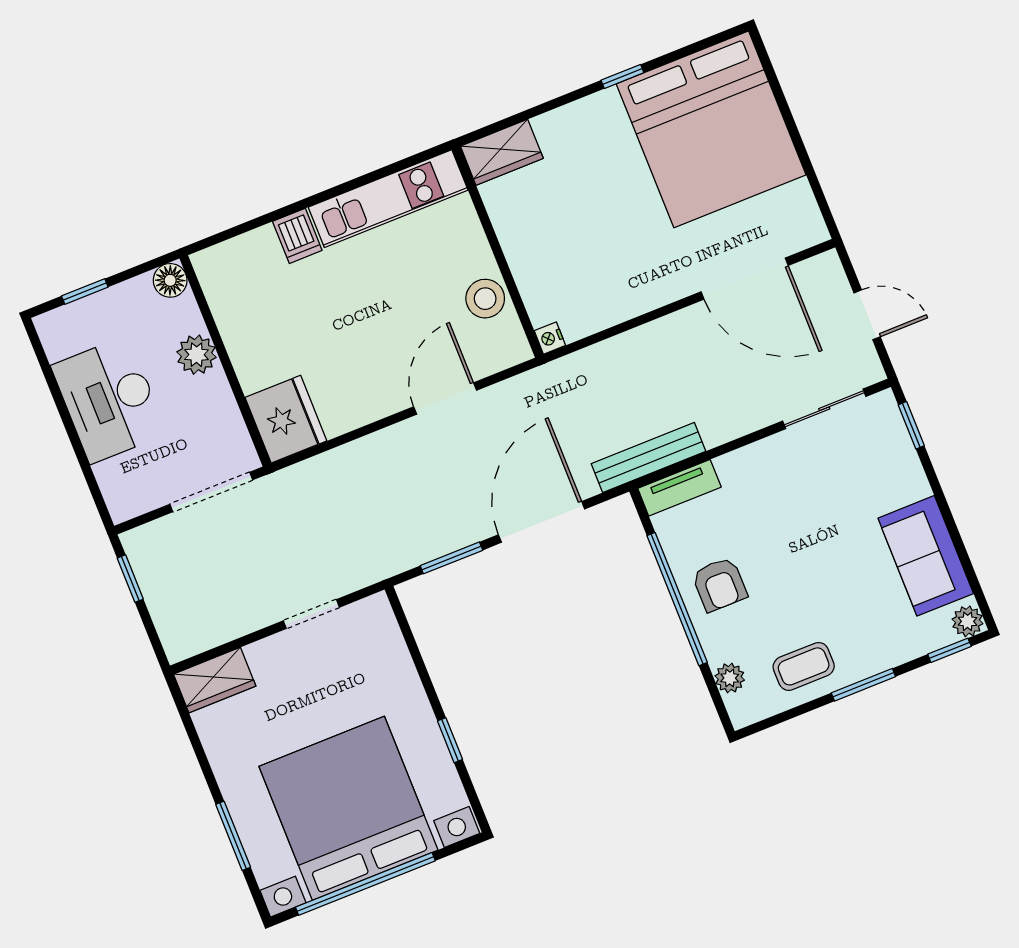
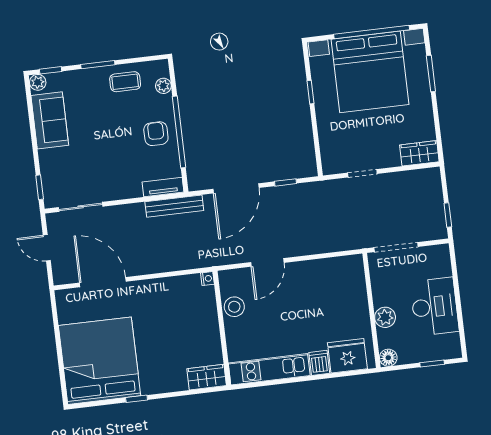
fridge: (286, 419) -> (347, 356), moved, turned 90
window: (451, 558) -> (286, 182), width x0.67

